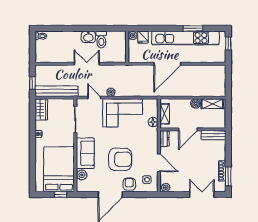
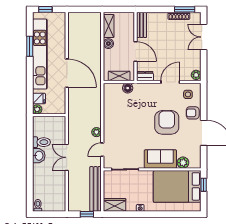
corner sofa: (123, 113) -> (118, 120), removed

